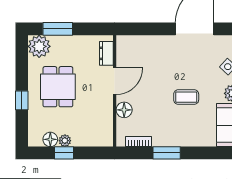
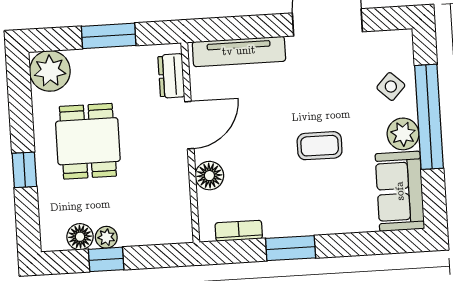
window: (58, 29) -> (109, 36), moved
tv unit: (145, 42) -> (239, 51), added

